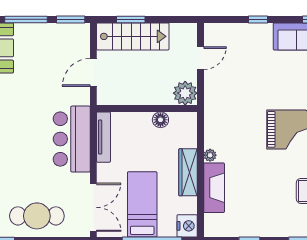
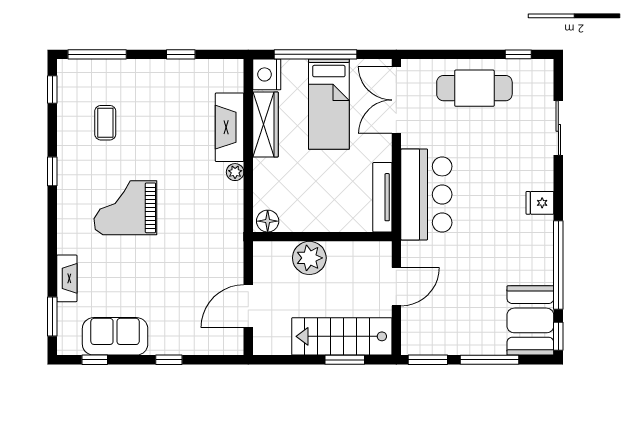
door: (201, 58) -> (248, 306), width x1.38
plant: (185, 93) -> (309, 258), moved
floor lamp: (160, 120) -> (268, 221), moved
wardrobe: (188, 172) -> (265, 124), moved

